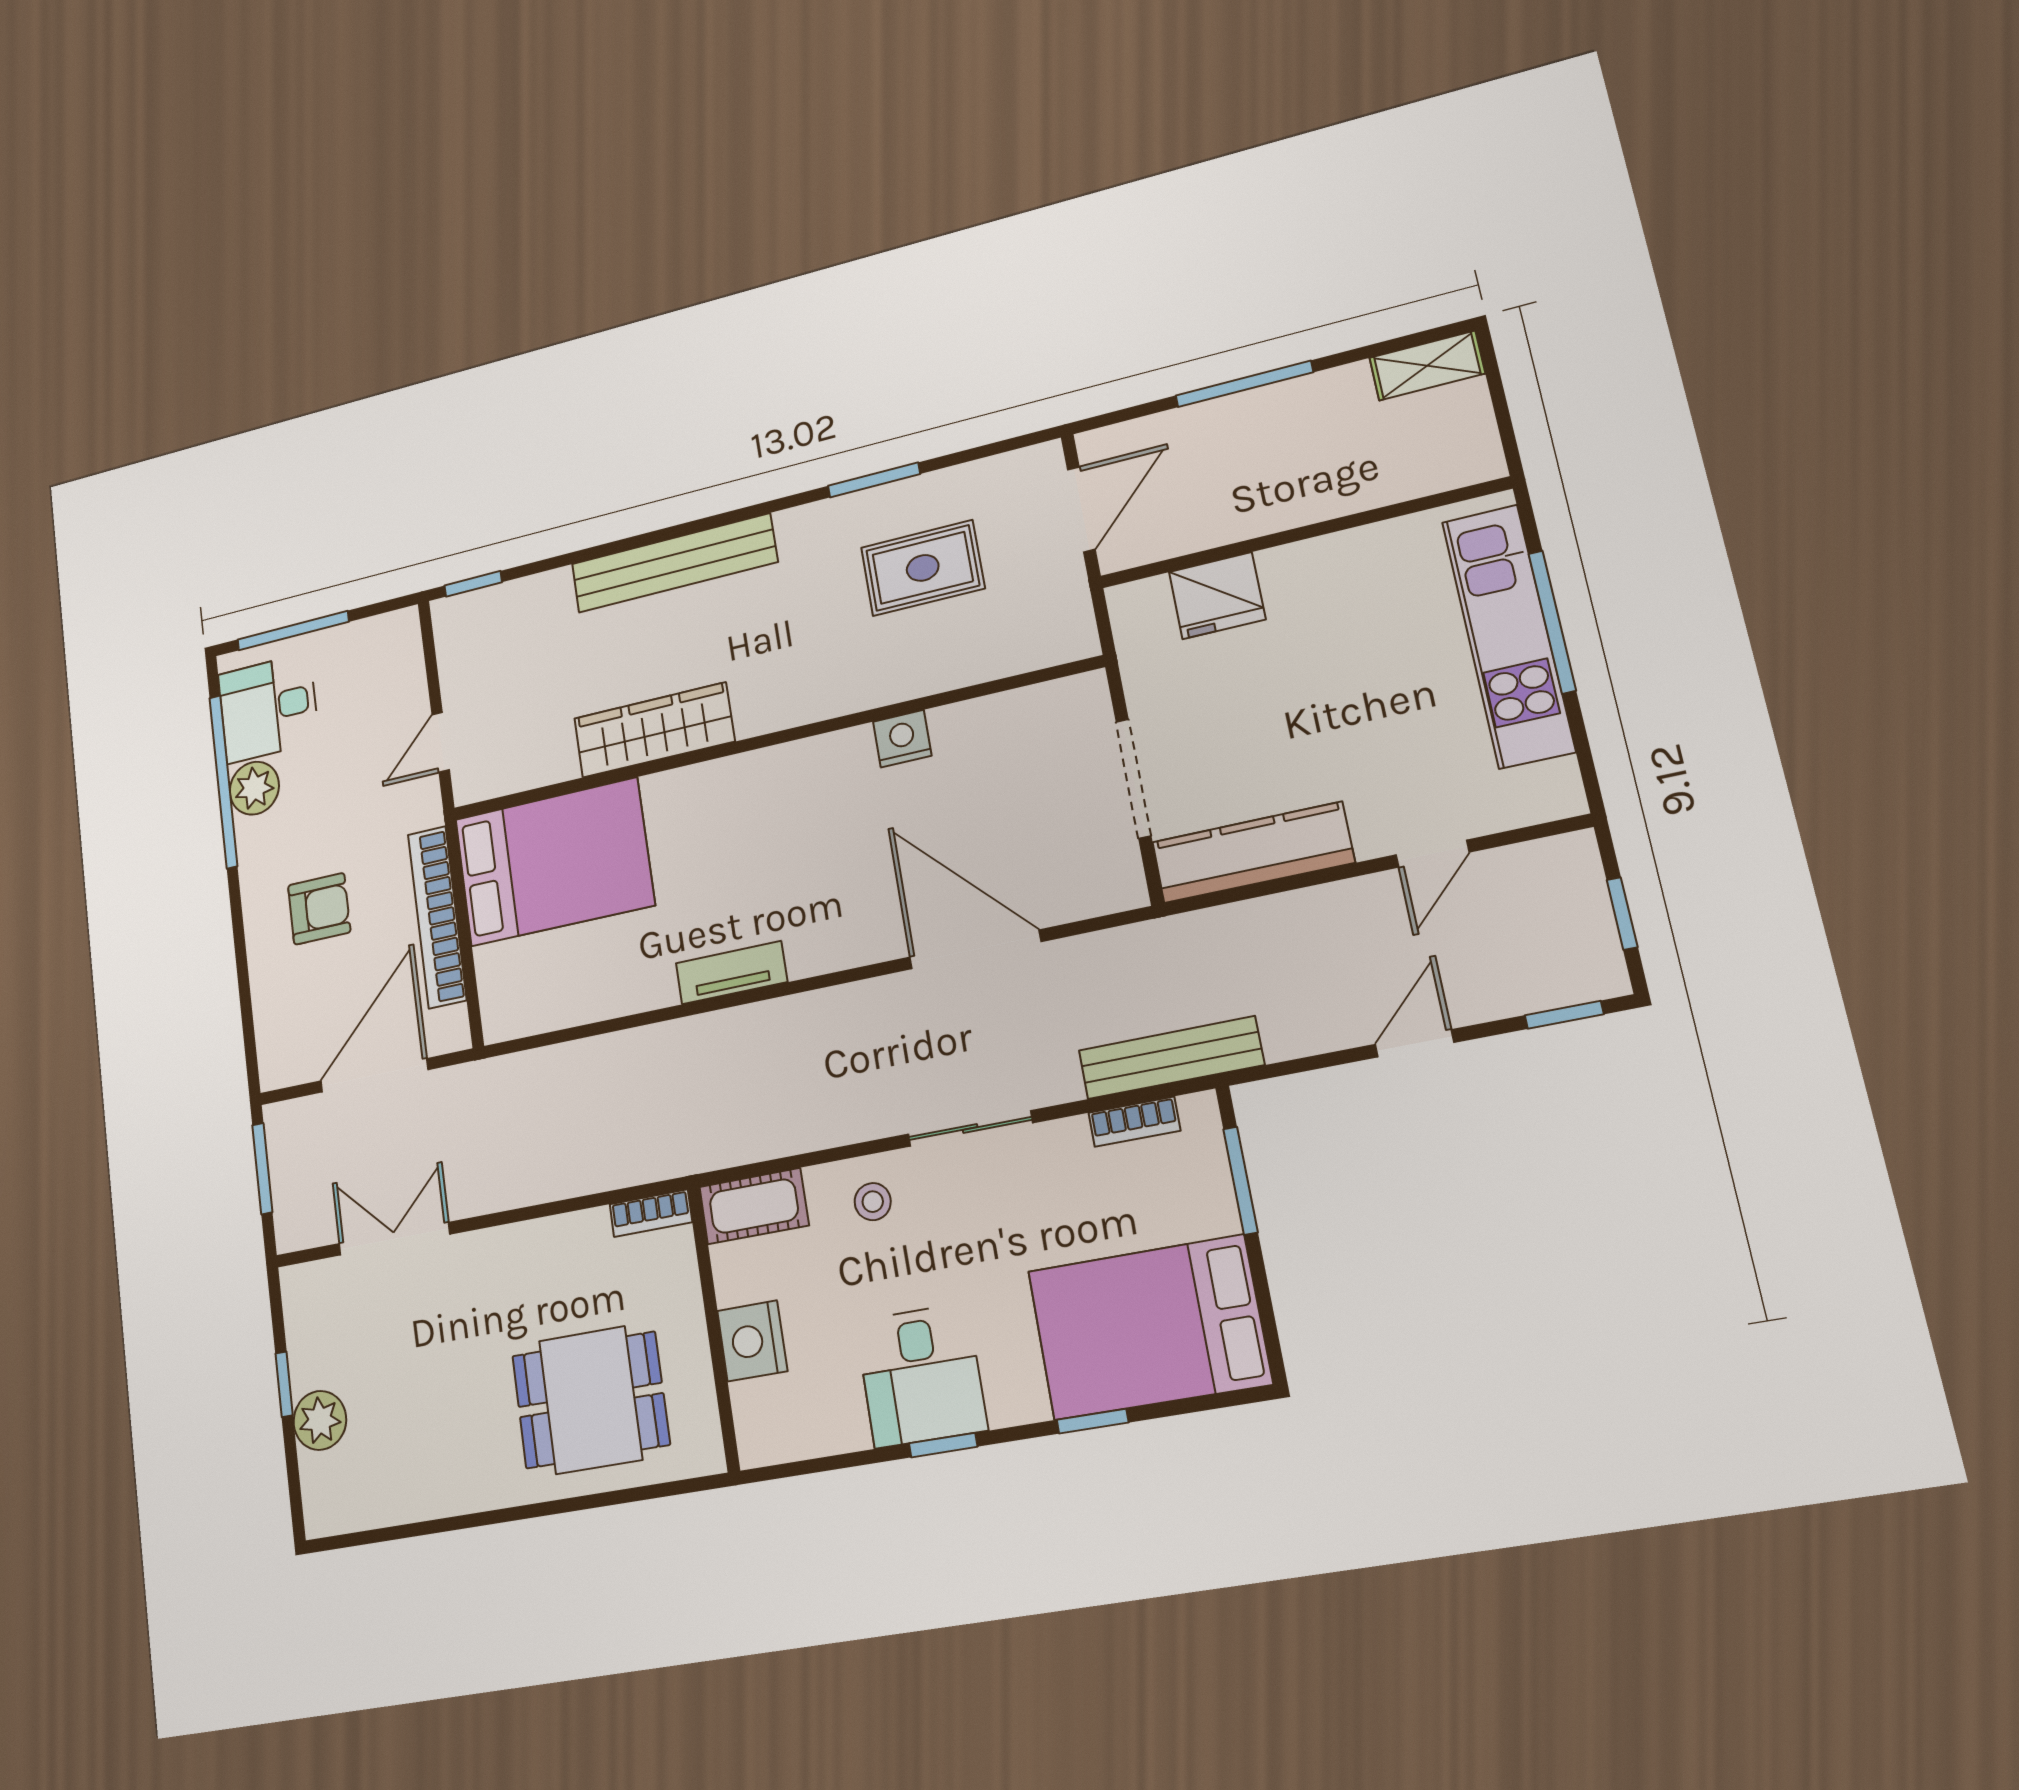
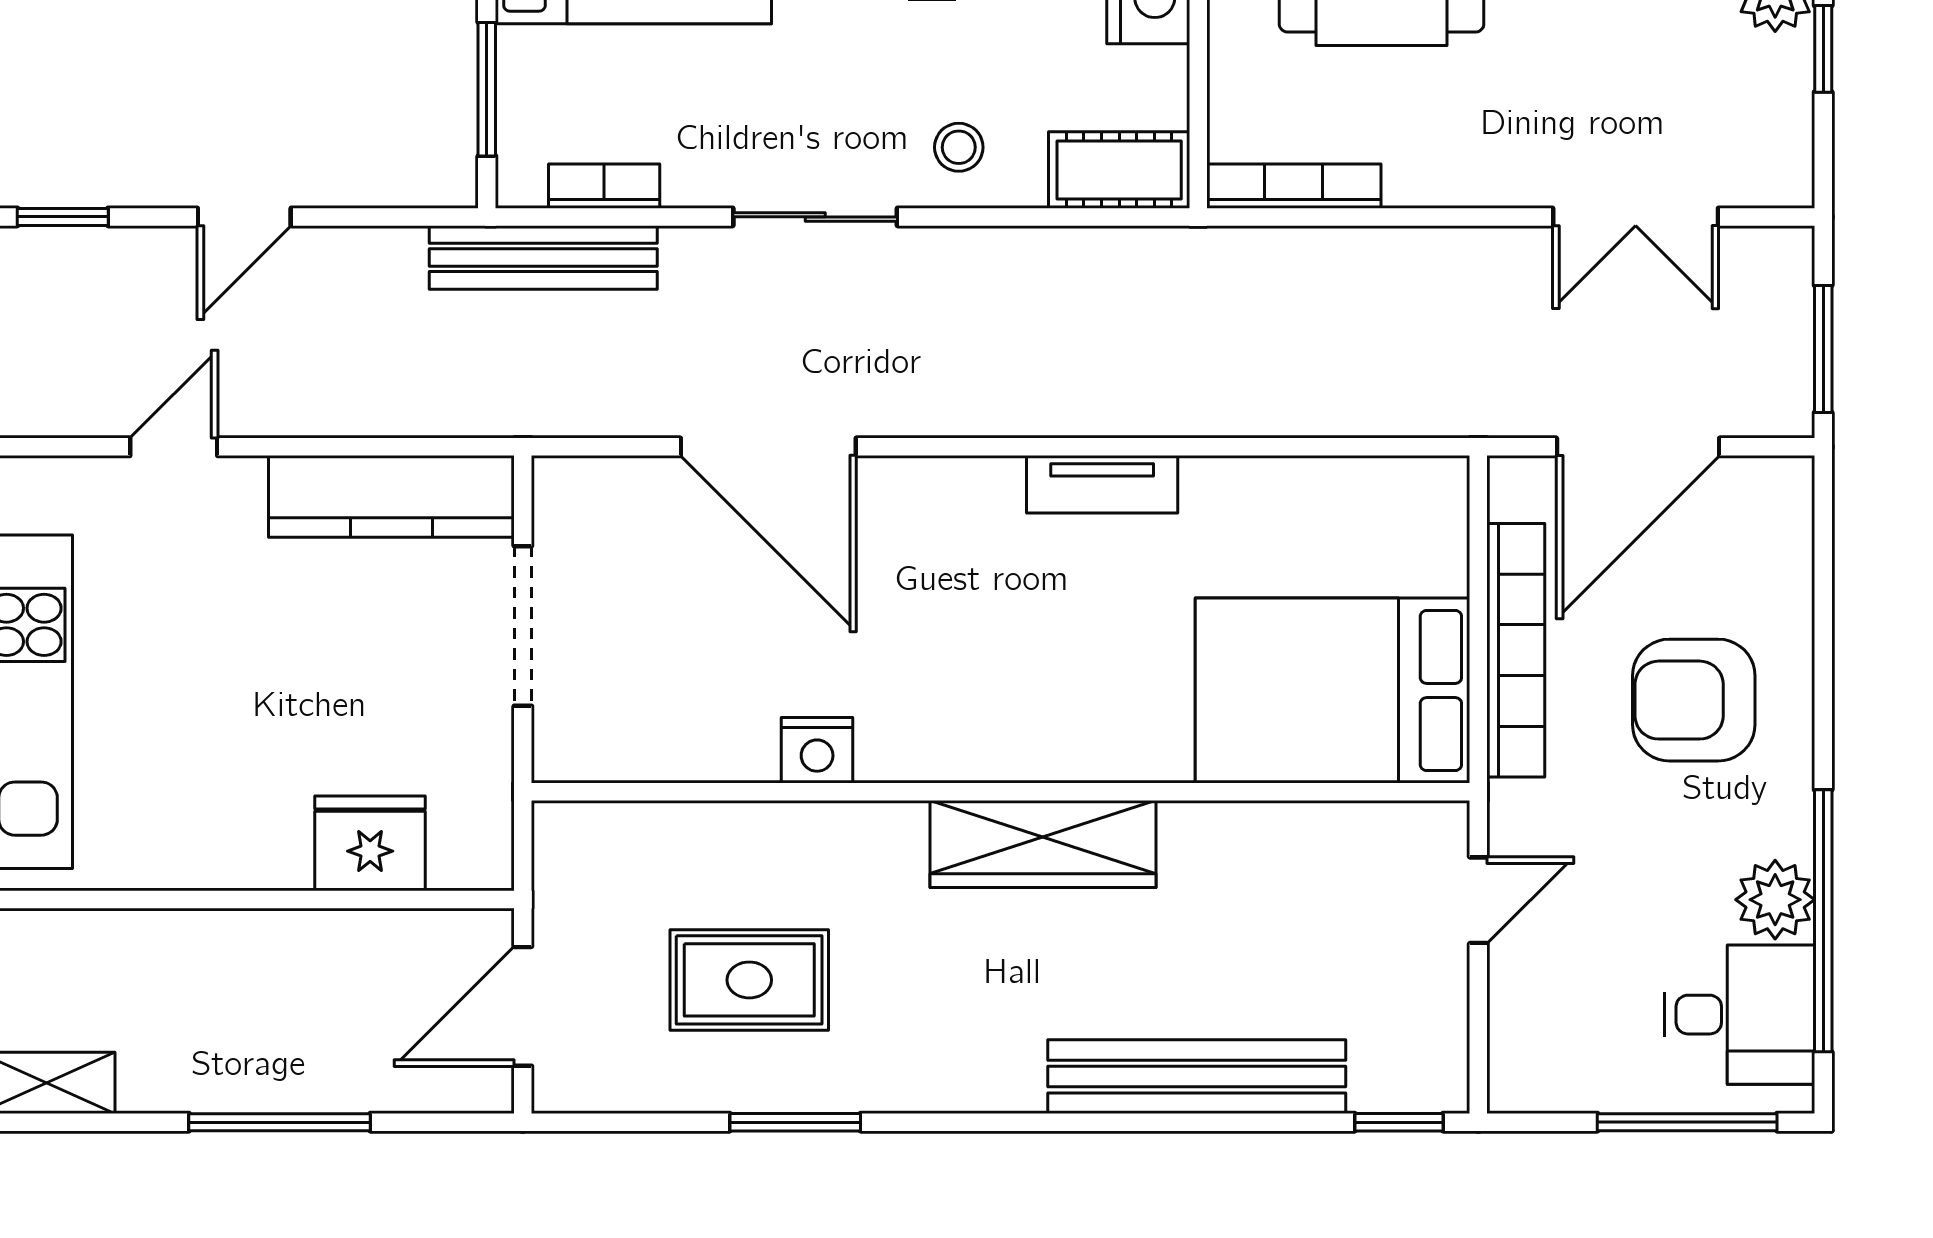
bench: (674, 563) -> (1197, 1077), moved
wardrobe: (654, 730) -> (1043, 844), moved
armchair: (319, 909) -> (1694, 700), width x1.38, depth x1.38
bookcase: (651, 1213) -> (1294, 186), width x1.56

